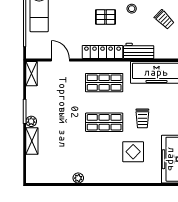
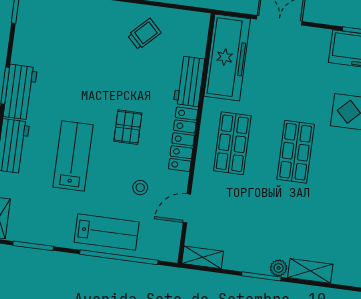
stool: (132, 9) -> (140, 188), moved
trolley: (142, 118) -> (298, 90), removed

